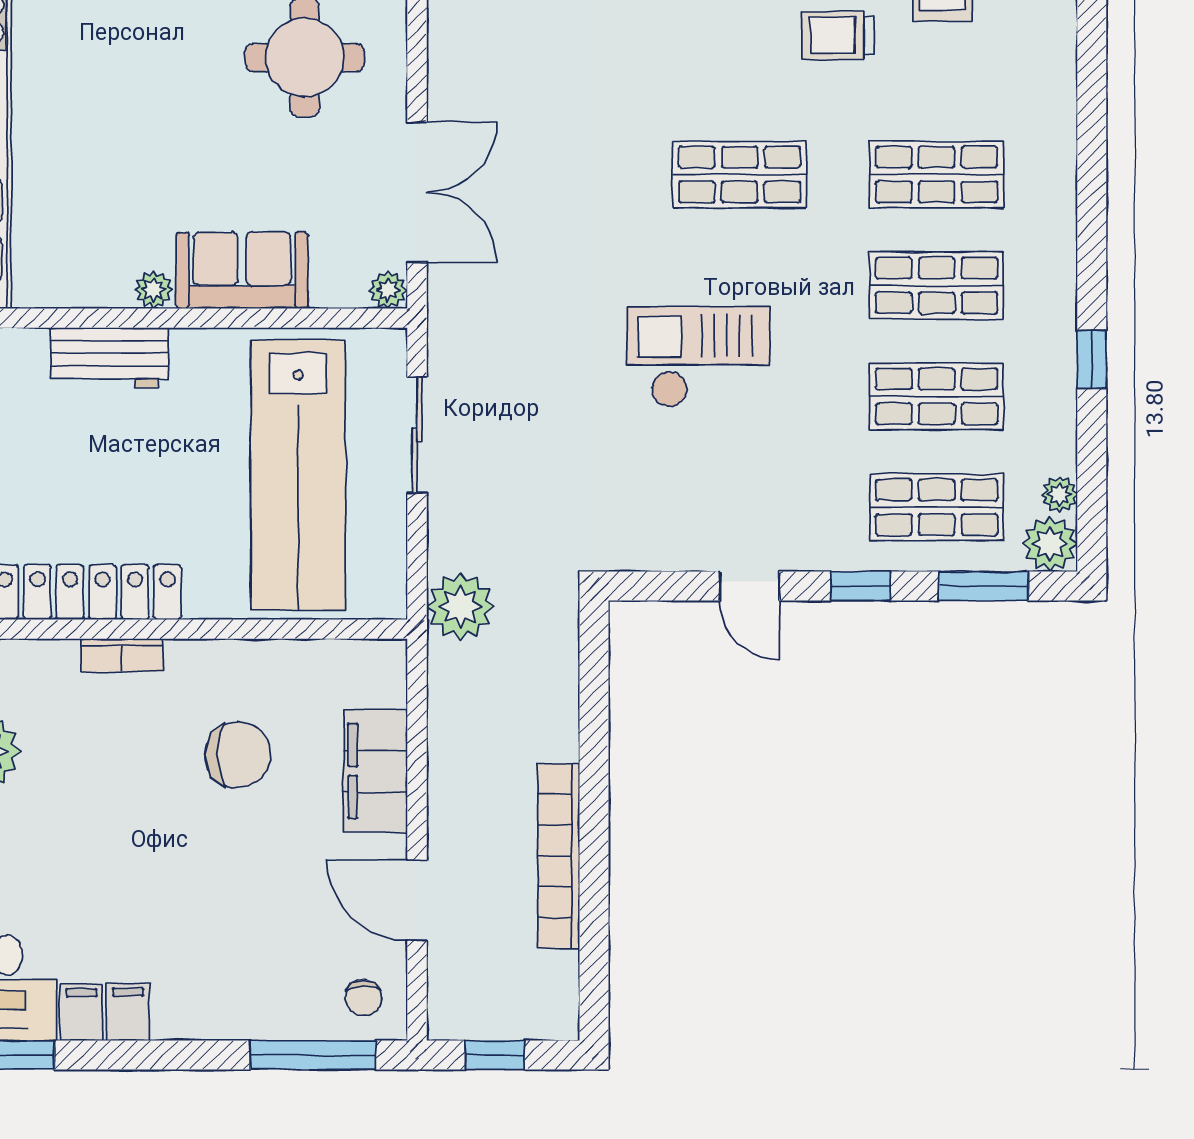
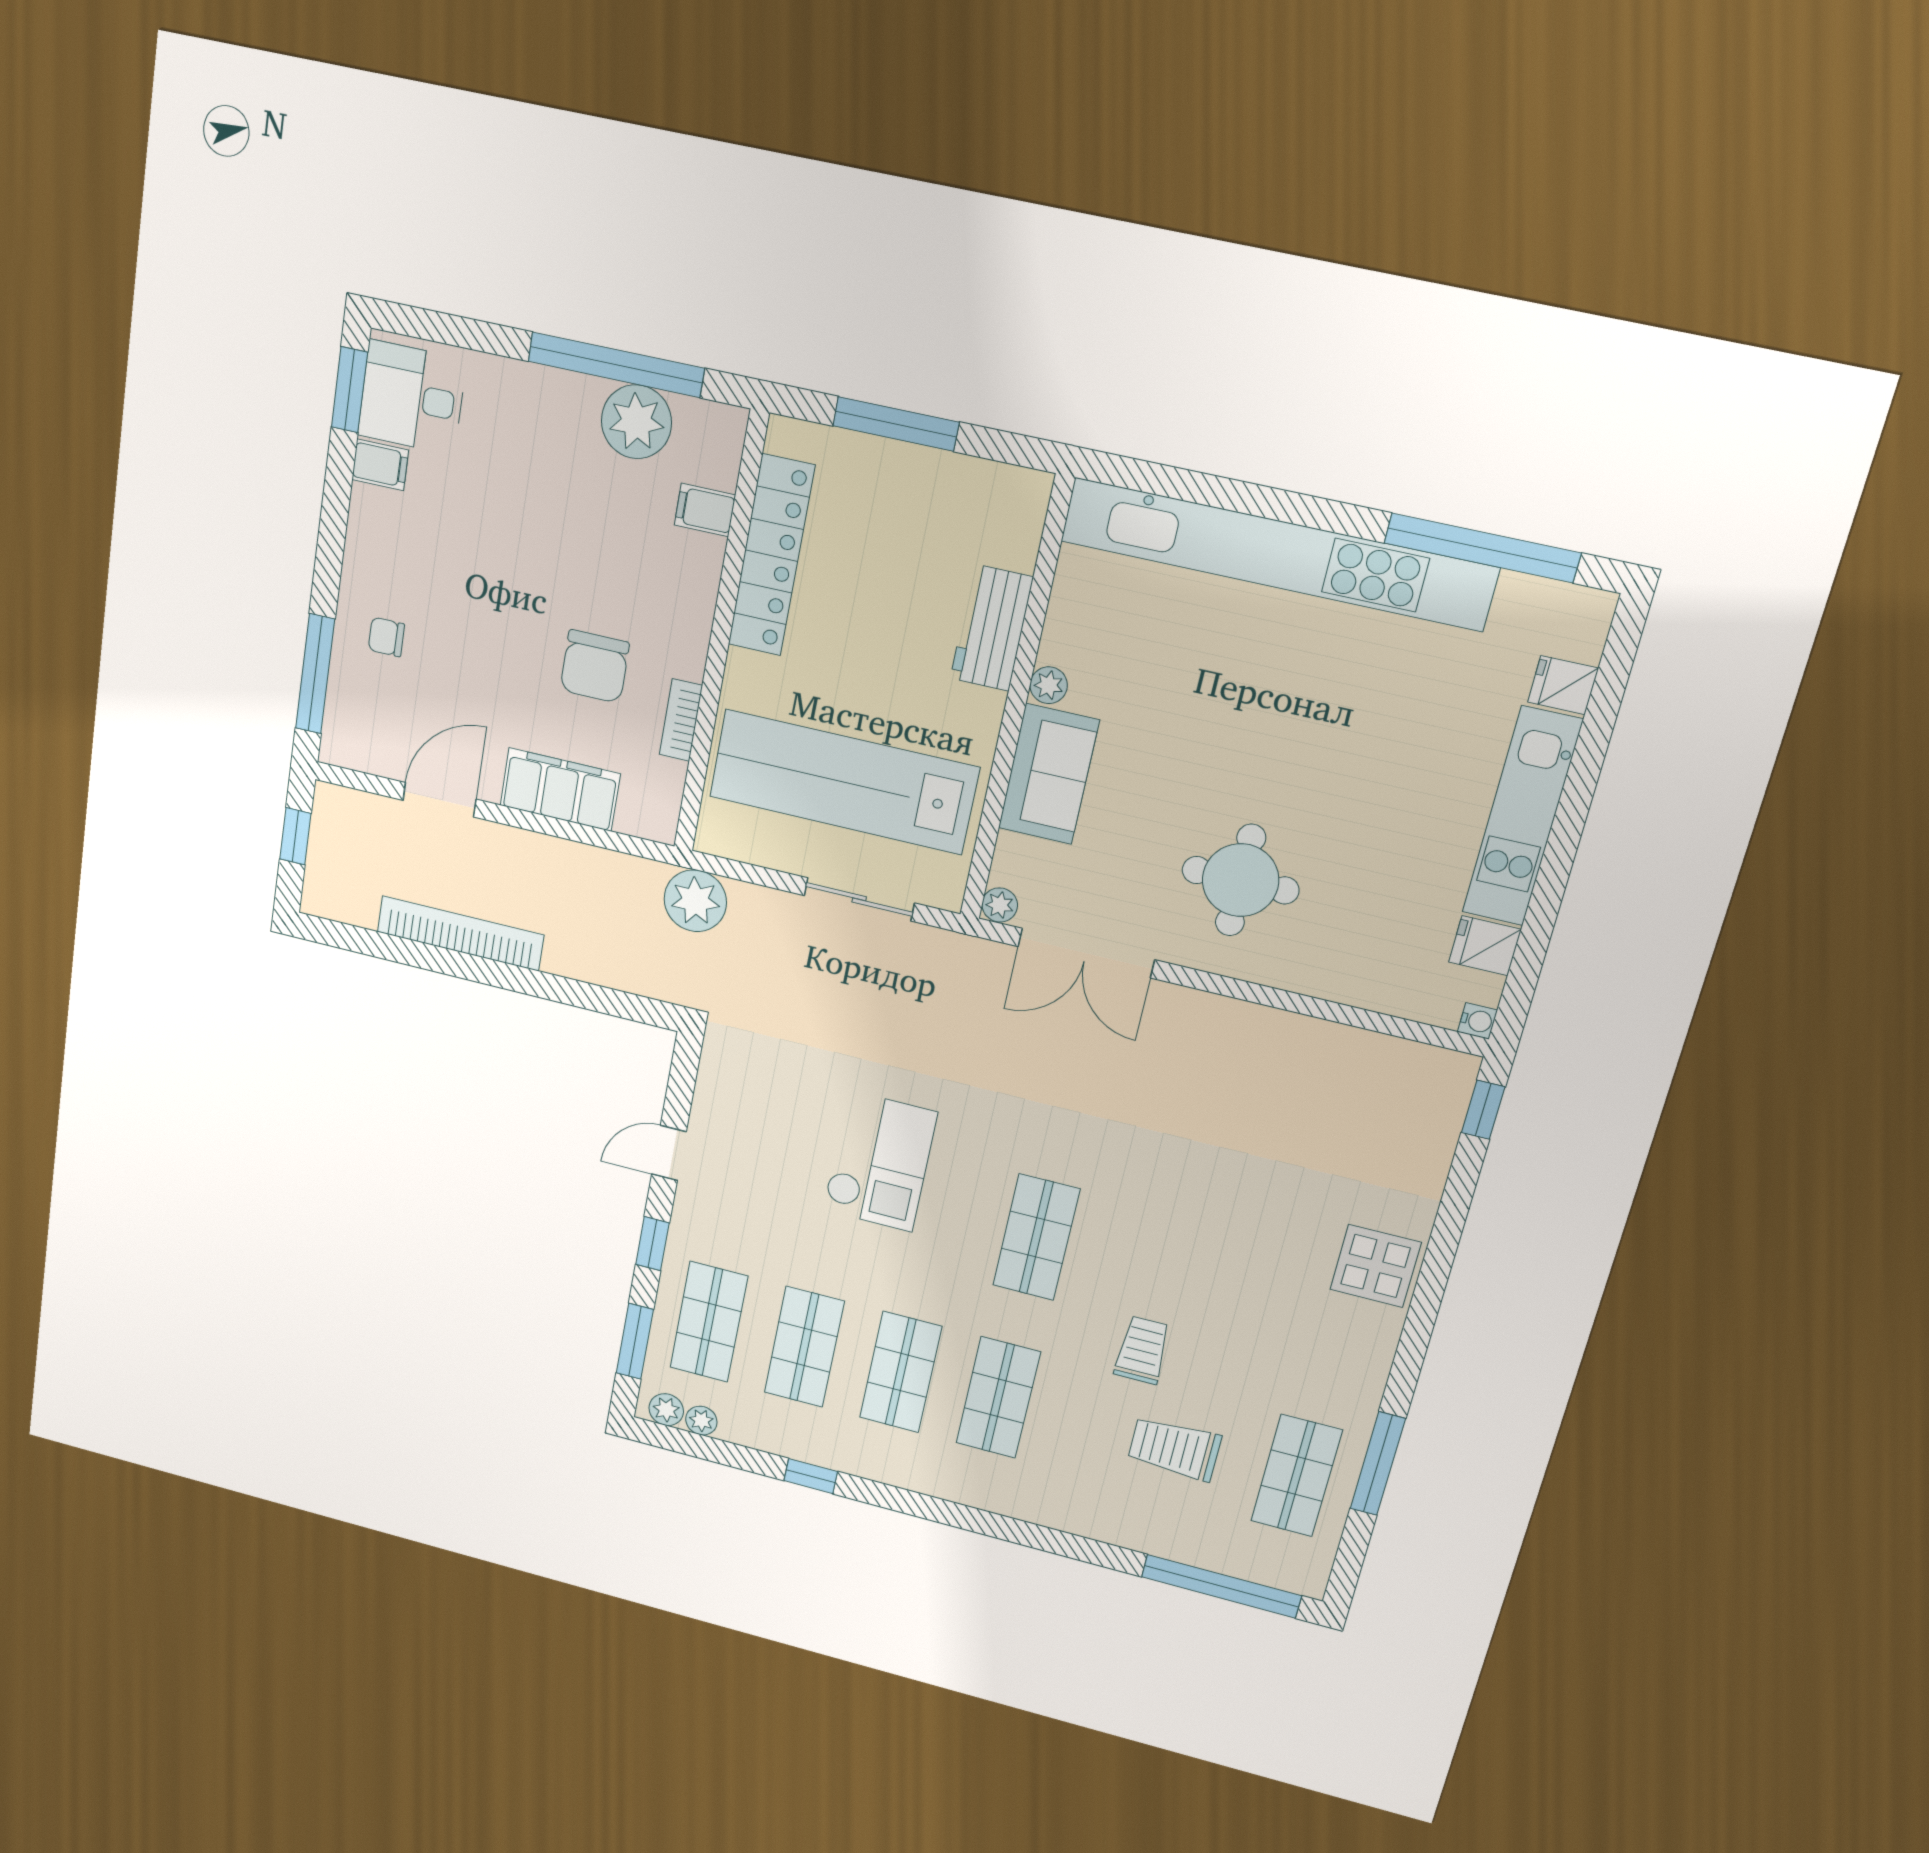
plant: (1050, 544) -> (666, 1410), width x0.73, depth x0.73
bookcase: (122, 655) -> (681, 720), moved
chair: (363, 998) -> (386, 637), moved
filing cabinet: (128, 1012) -> (705, 510), moved, turned 180

